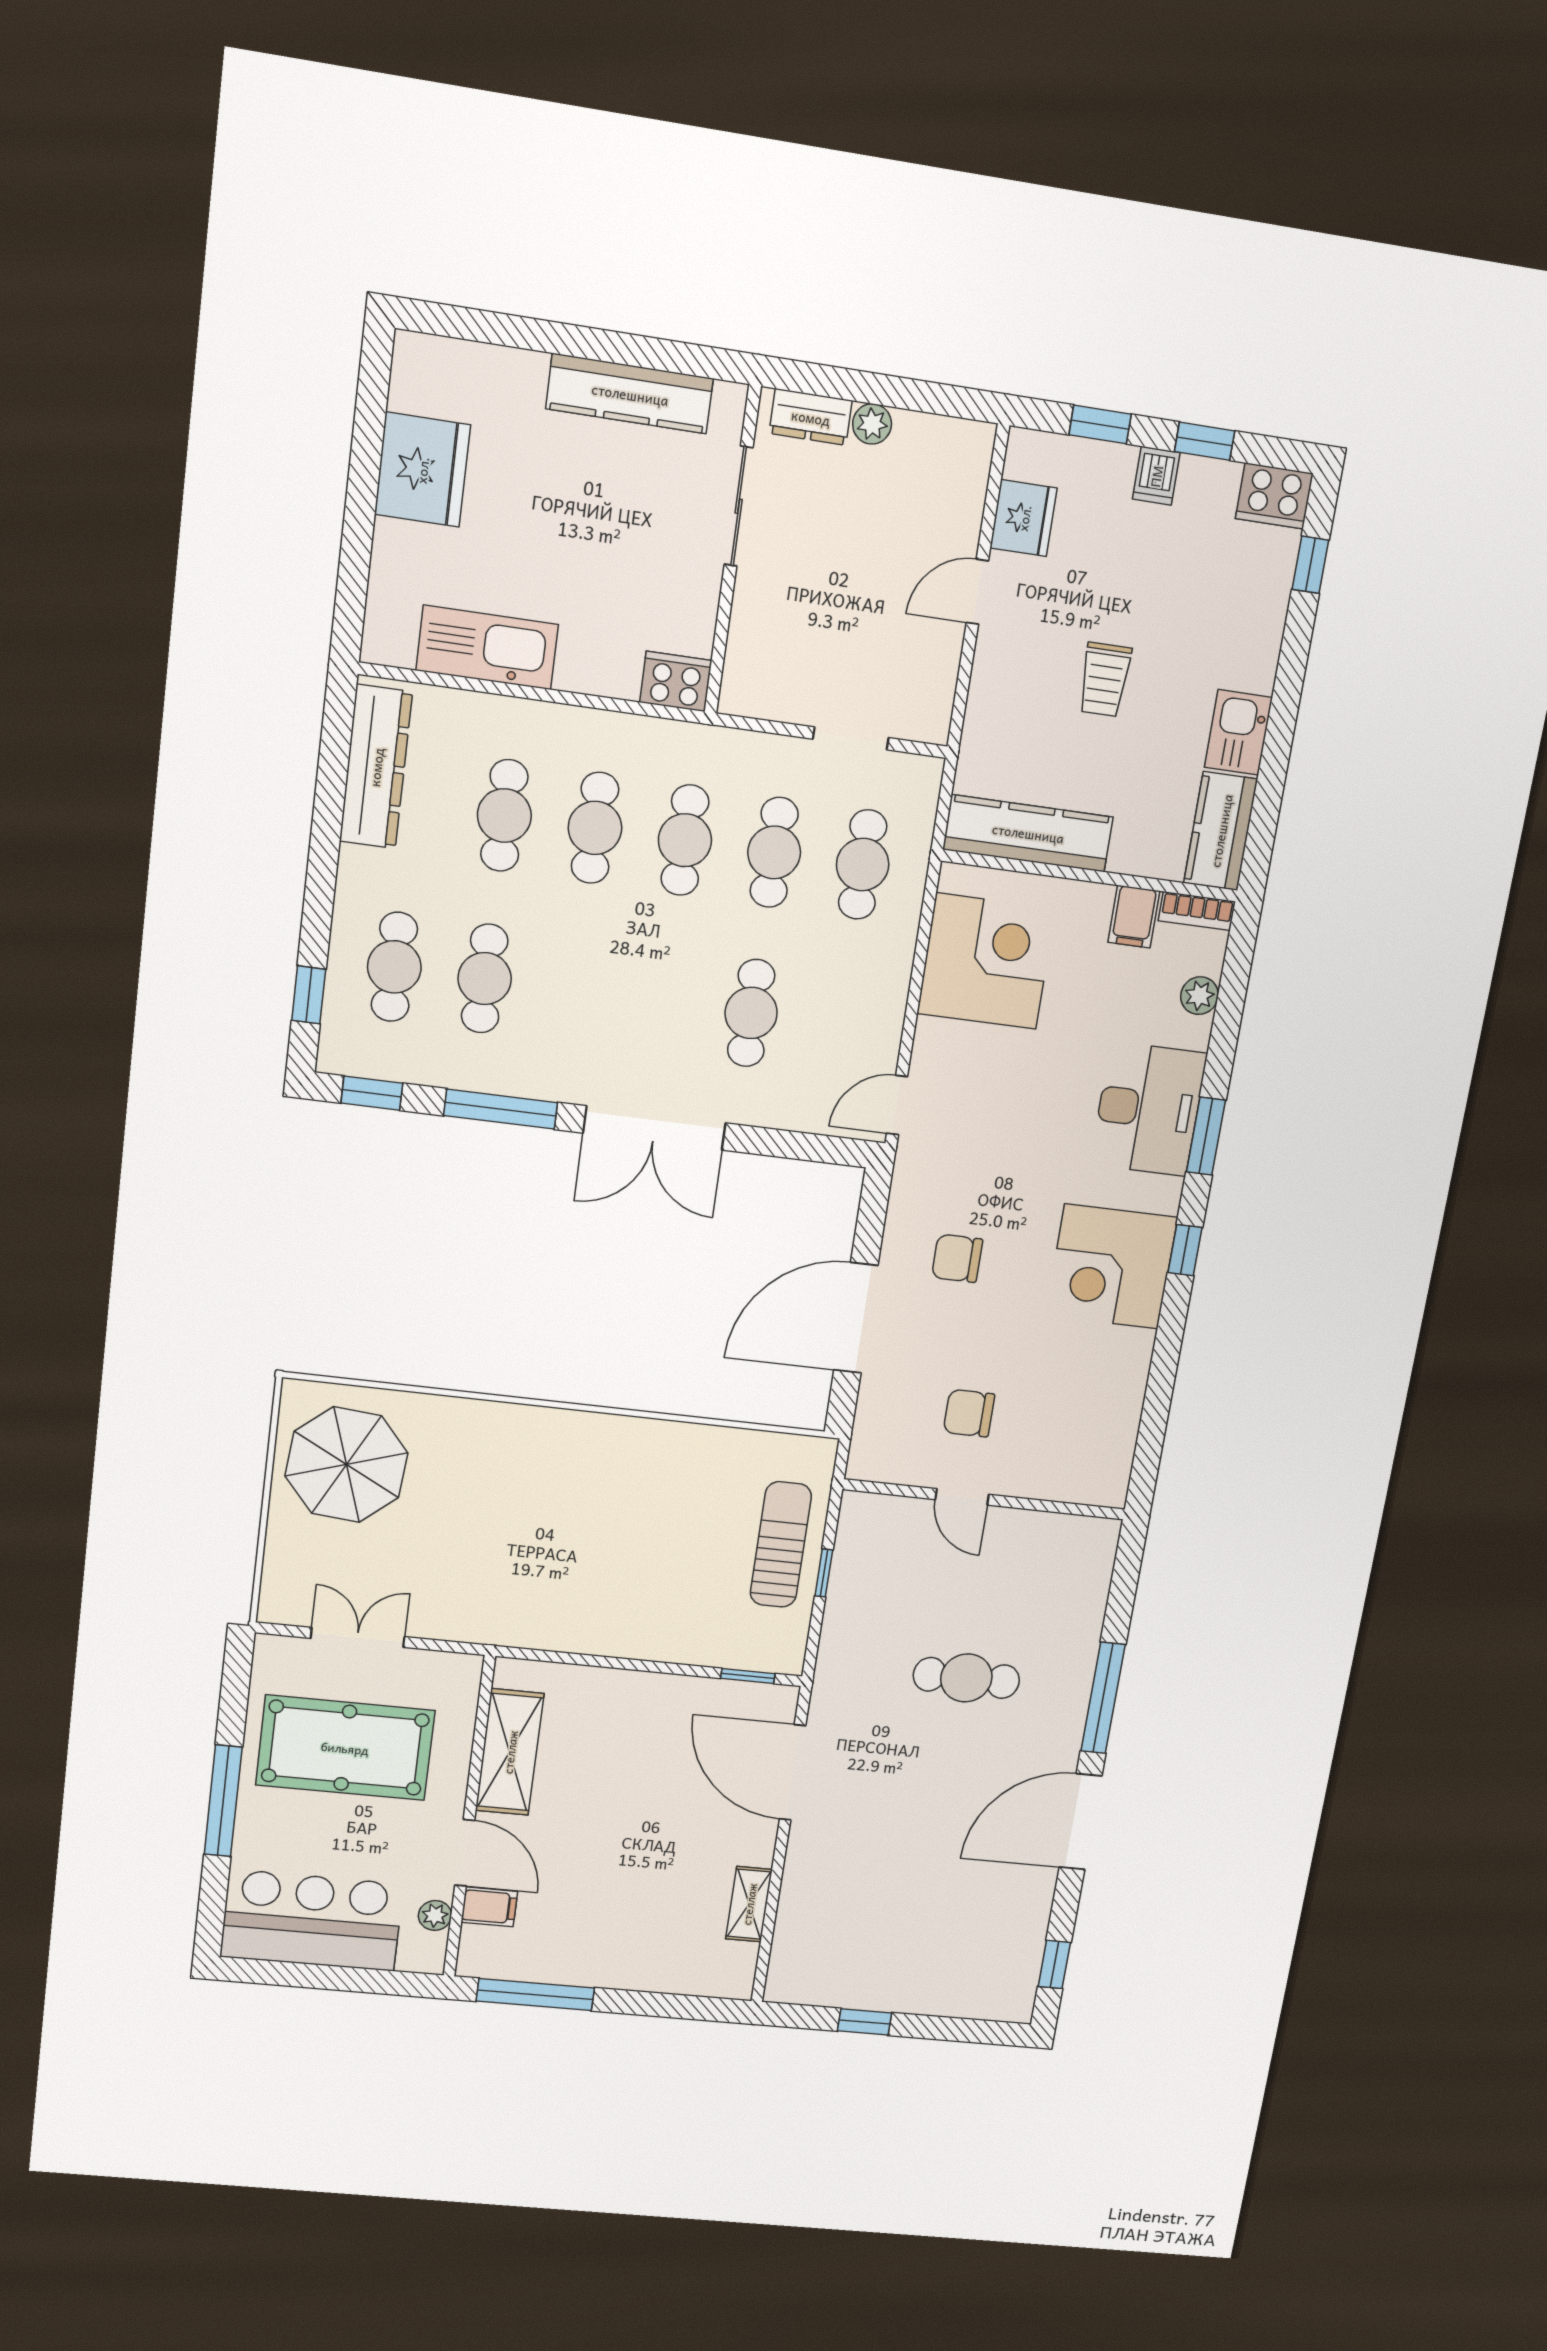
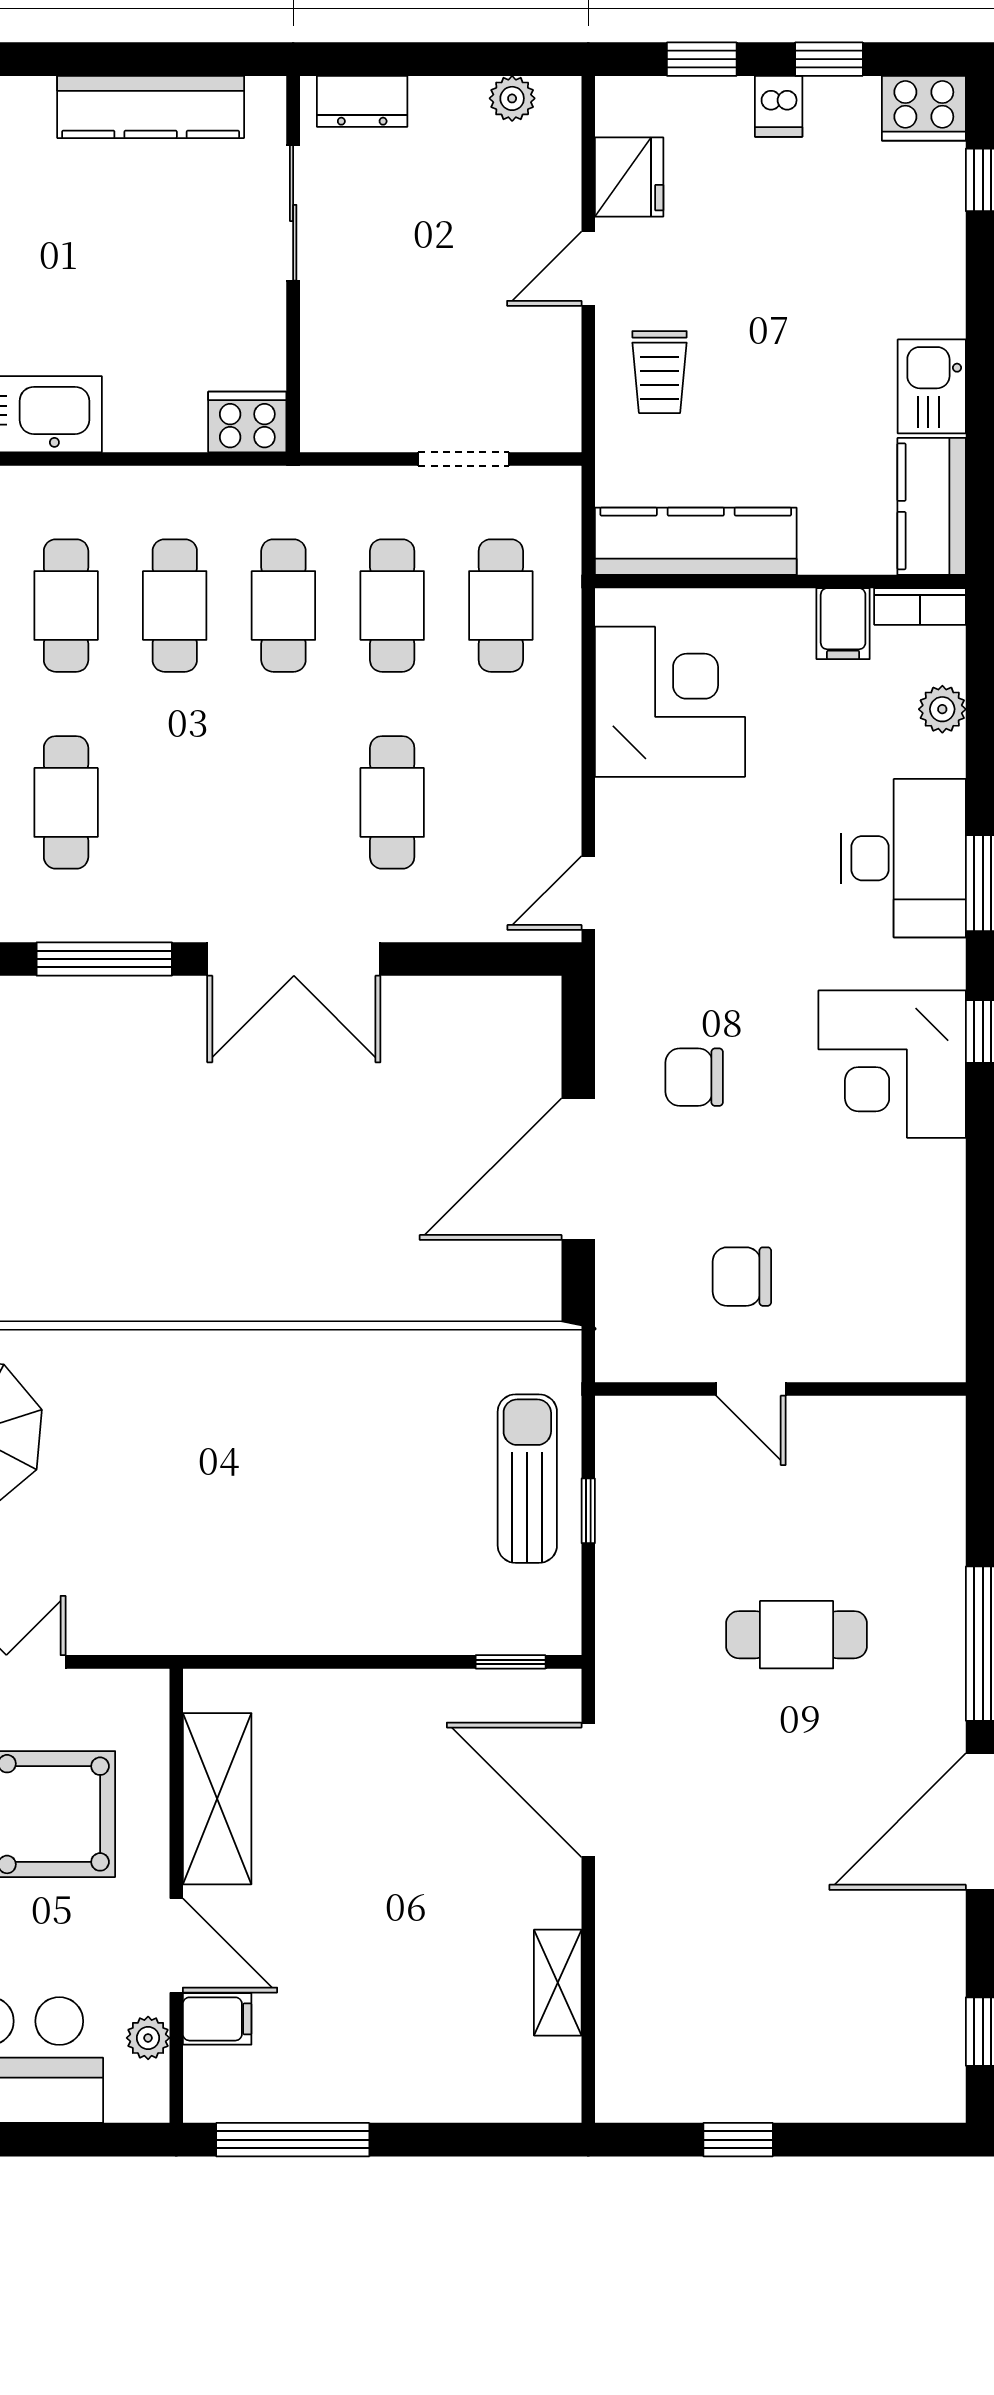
plant: (872, 424) -> (512, 98), moved
trolley: (1104, 680) -> (660, 372), moved

